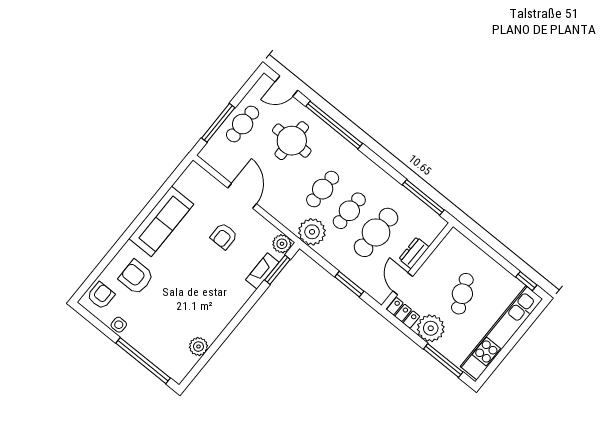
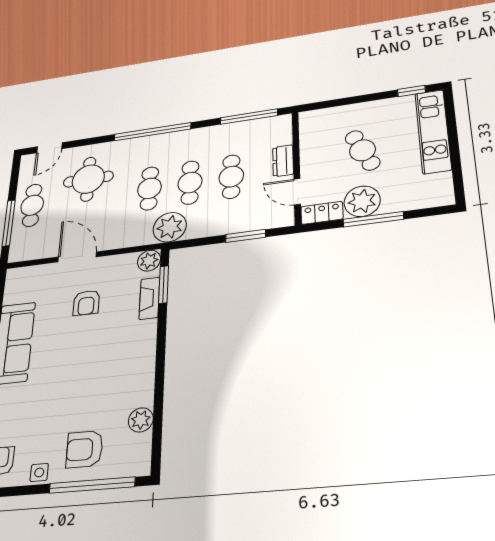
window: (334, 125) -> (152, 132), moved
cafe table: (376, 232) -> (231, 177), width x0.73, depth x0.74
armchair: (136, 277) -> (84, 449), moved
kitchen unit: (501, 333) -> (433, 131), width x0.73
window: (443, 361) -> (373, 219), moved

